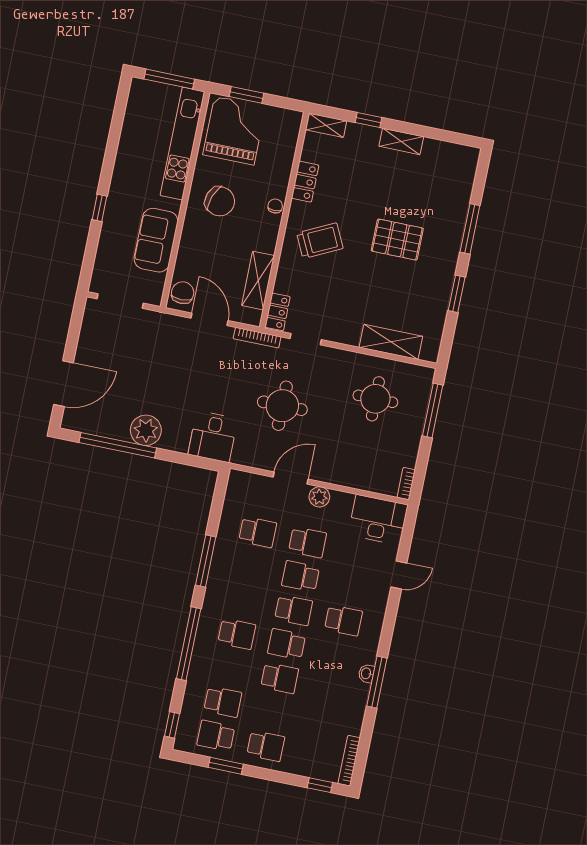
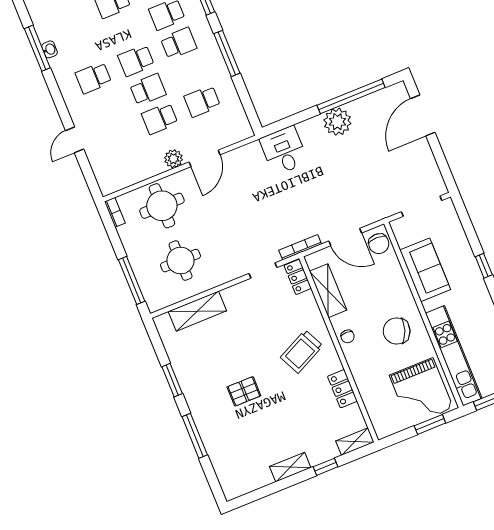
chair: (275, 206) -> (348, 336), moved
pallet: (397, 240) -> (244, 391), width x0.67, depth x0.71
round table: (282, 406) -> (162, 206), moved
desk: (378, 520) -> (118, 171), removed
school desk: (287, 644) -> (179, 43), moved

